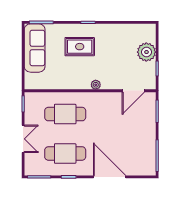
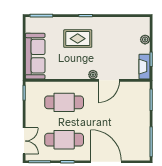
sofa: (35, 48) -> (35, 56), moved
plant: (146, 52) -> (145, 40), width x0.53, depth x0.53
fireplace: (150, 76) -> (145, 67), added
door: (133, 91) -> (109, 80), moved
double door: (23, 139) -> (24, 141), moved

